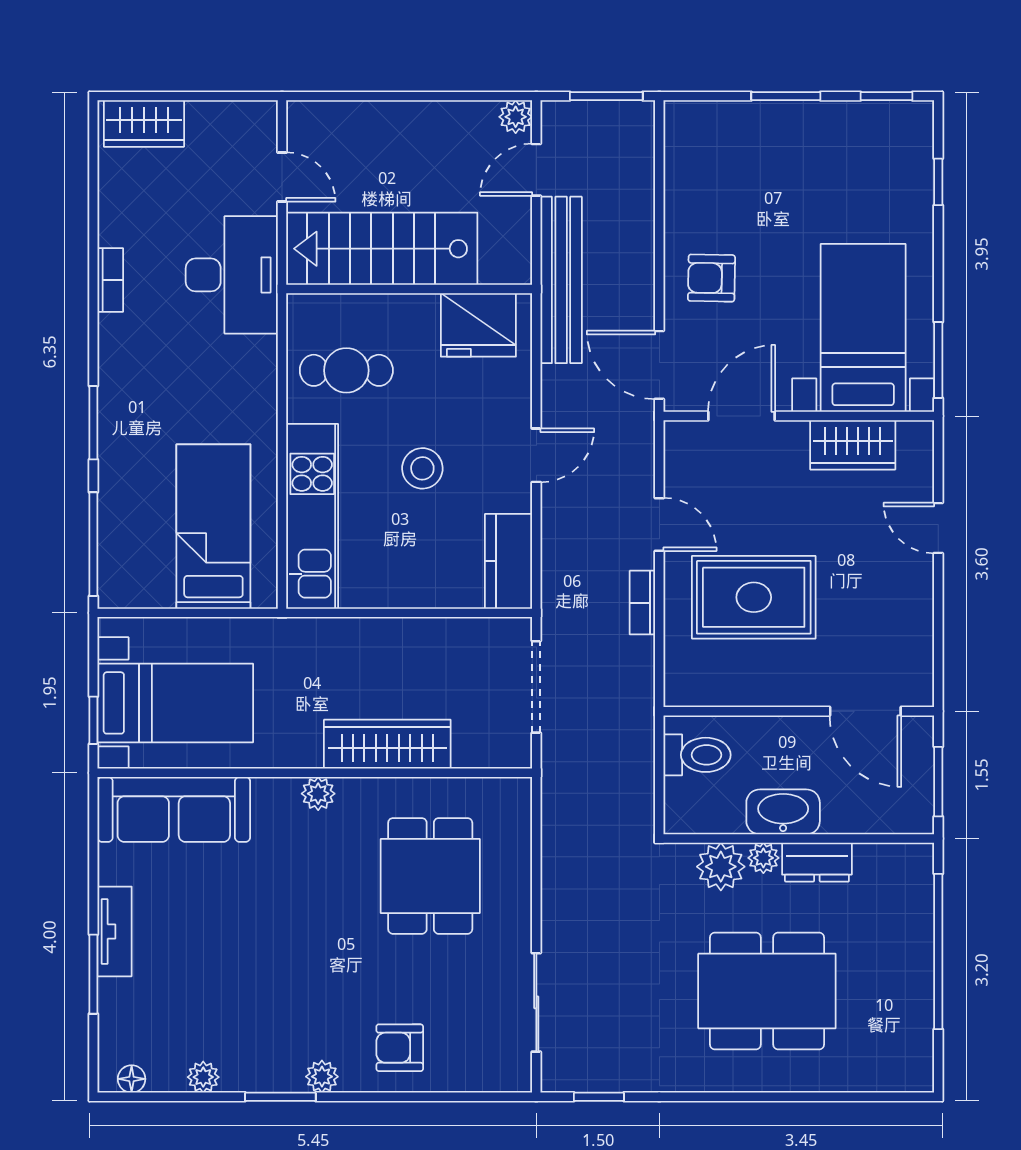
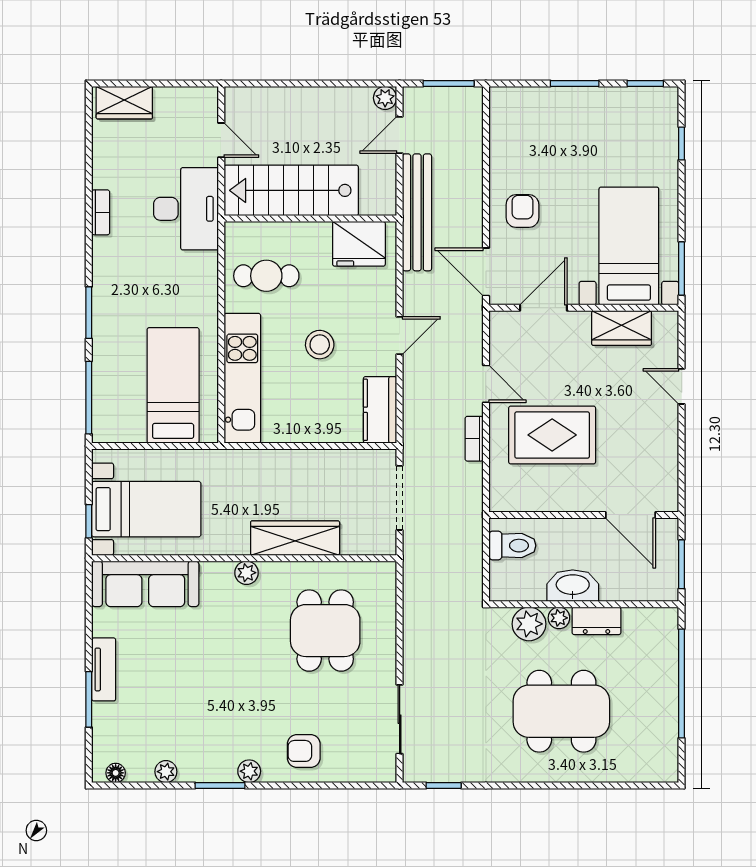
armchair: (711, 278) -> (522, 211), turned 89

